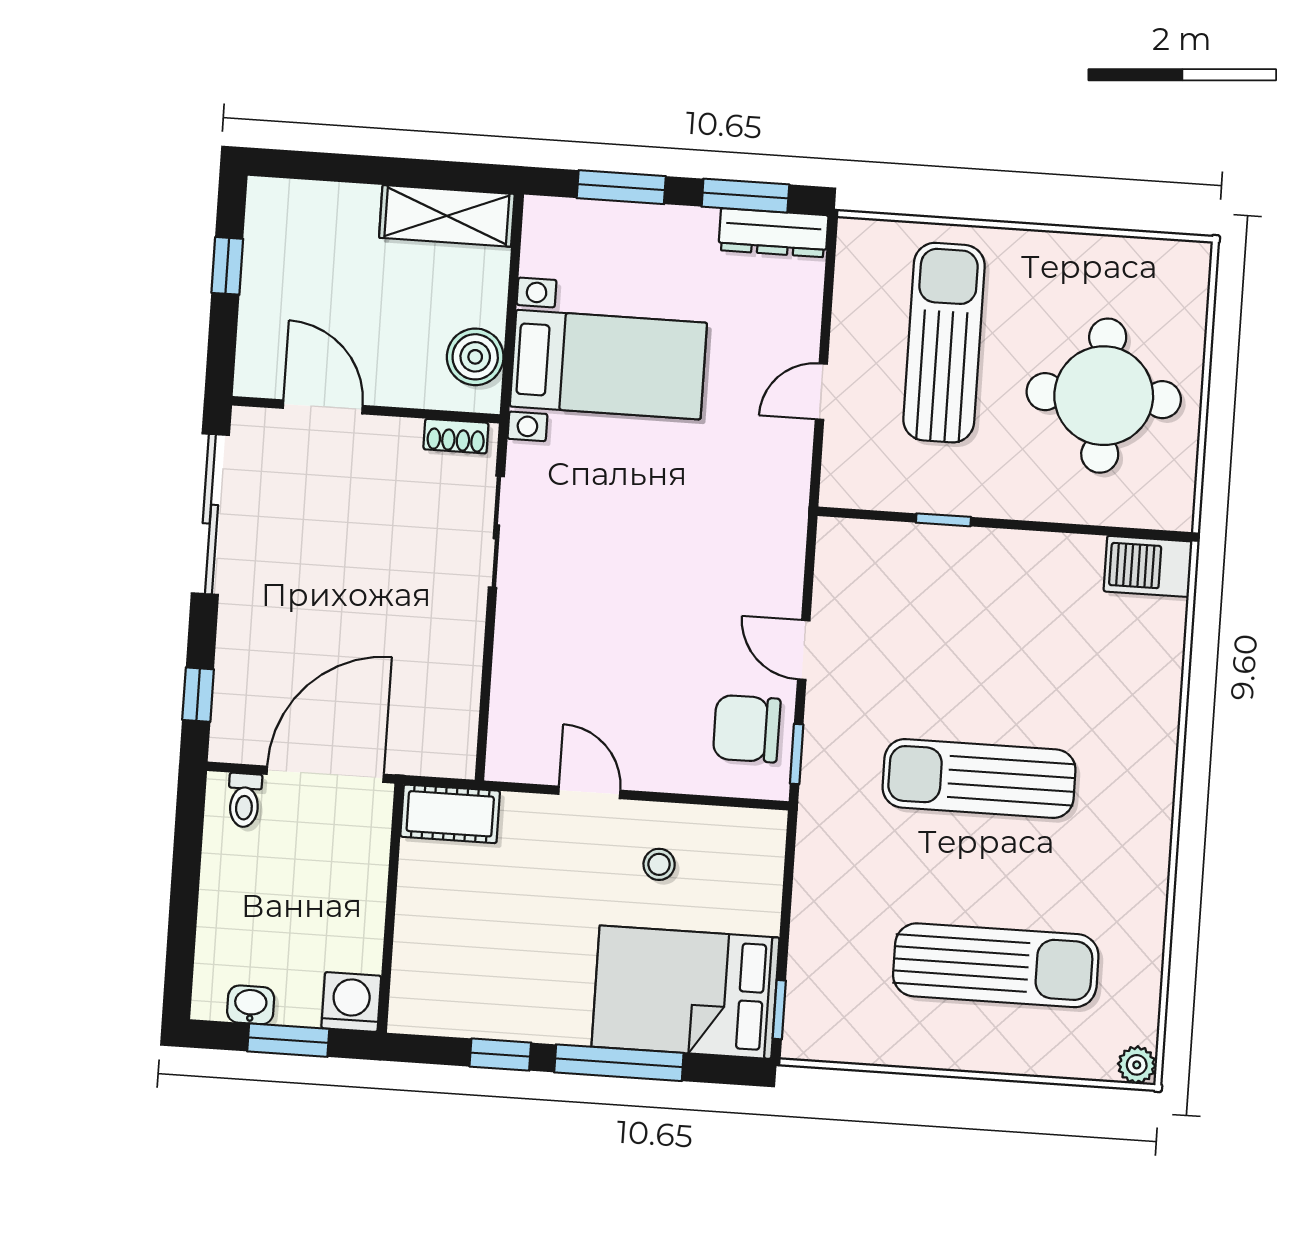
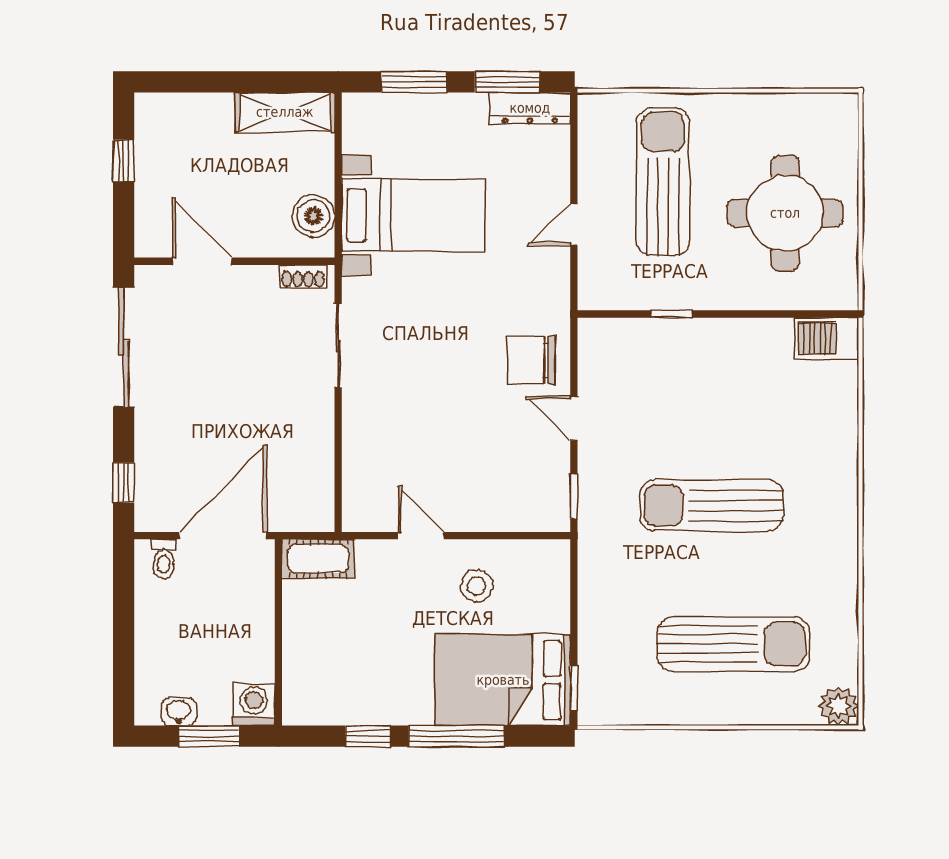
chair: (747, 729) -> (531, 360), moved
stool: (659, 864) -> (477, 586), width x1.37, depth x1.37
plant: (1137, 1065) -> (838, 706), width x1.38, depth x1.38

